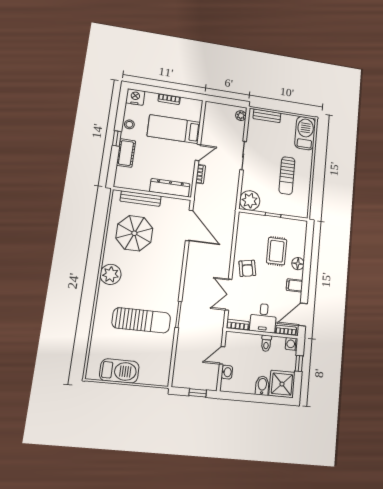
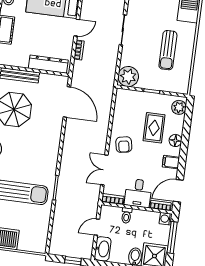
plant: (300, 231) -> (179, 107), added
toilet: (266, 343) -> (126, 215), moved
window: (299, 363) -> (172, 237), width x2.17
washbasin: (227, 372) -> (103, 249), width x1.91, depth x1.45

